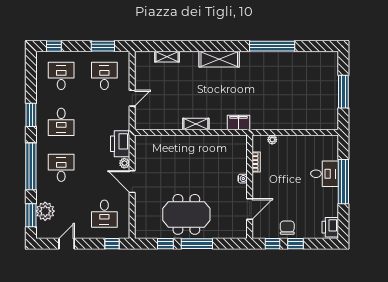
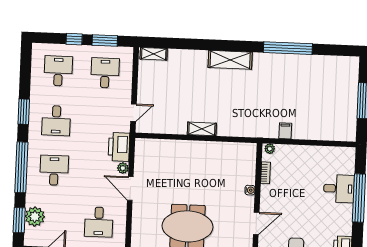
window: (54, 46) -> (74, 39), moved
shelving: (167, 57) -> (154, 54), moved
door: (132, 98) -> (133, 113), moved
filing cabinet: (238, 122) -> (285, 131), moved, width x0.50
plant: (272, 140) -> (270, 149), moved

